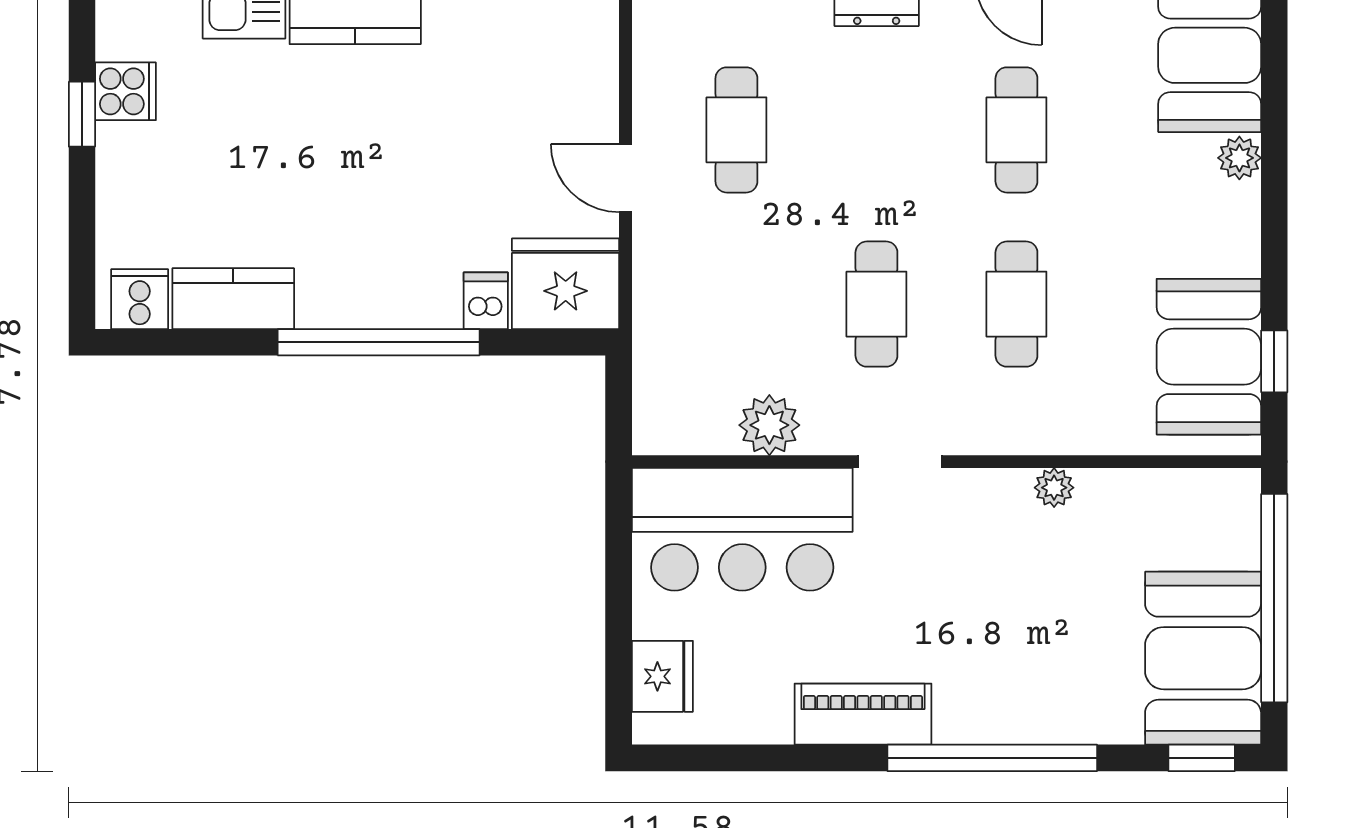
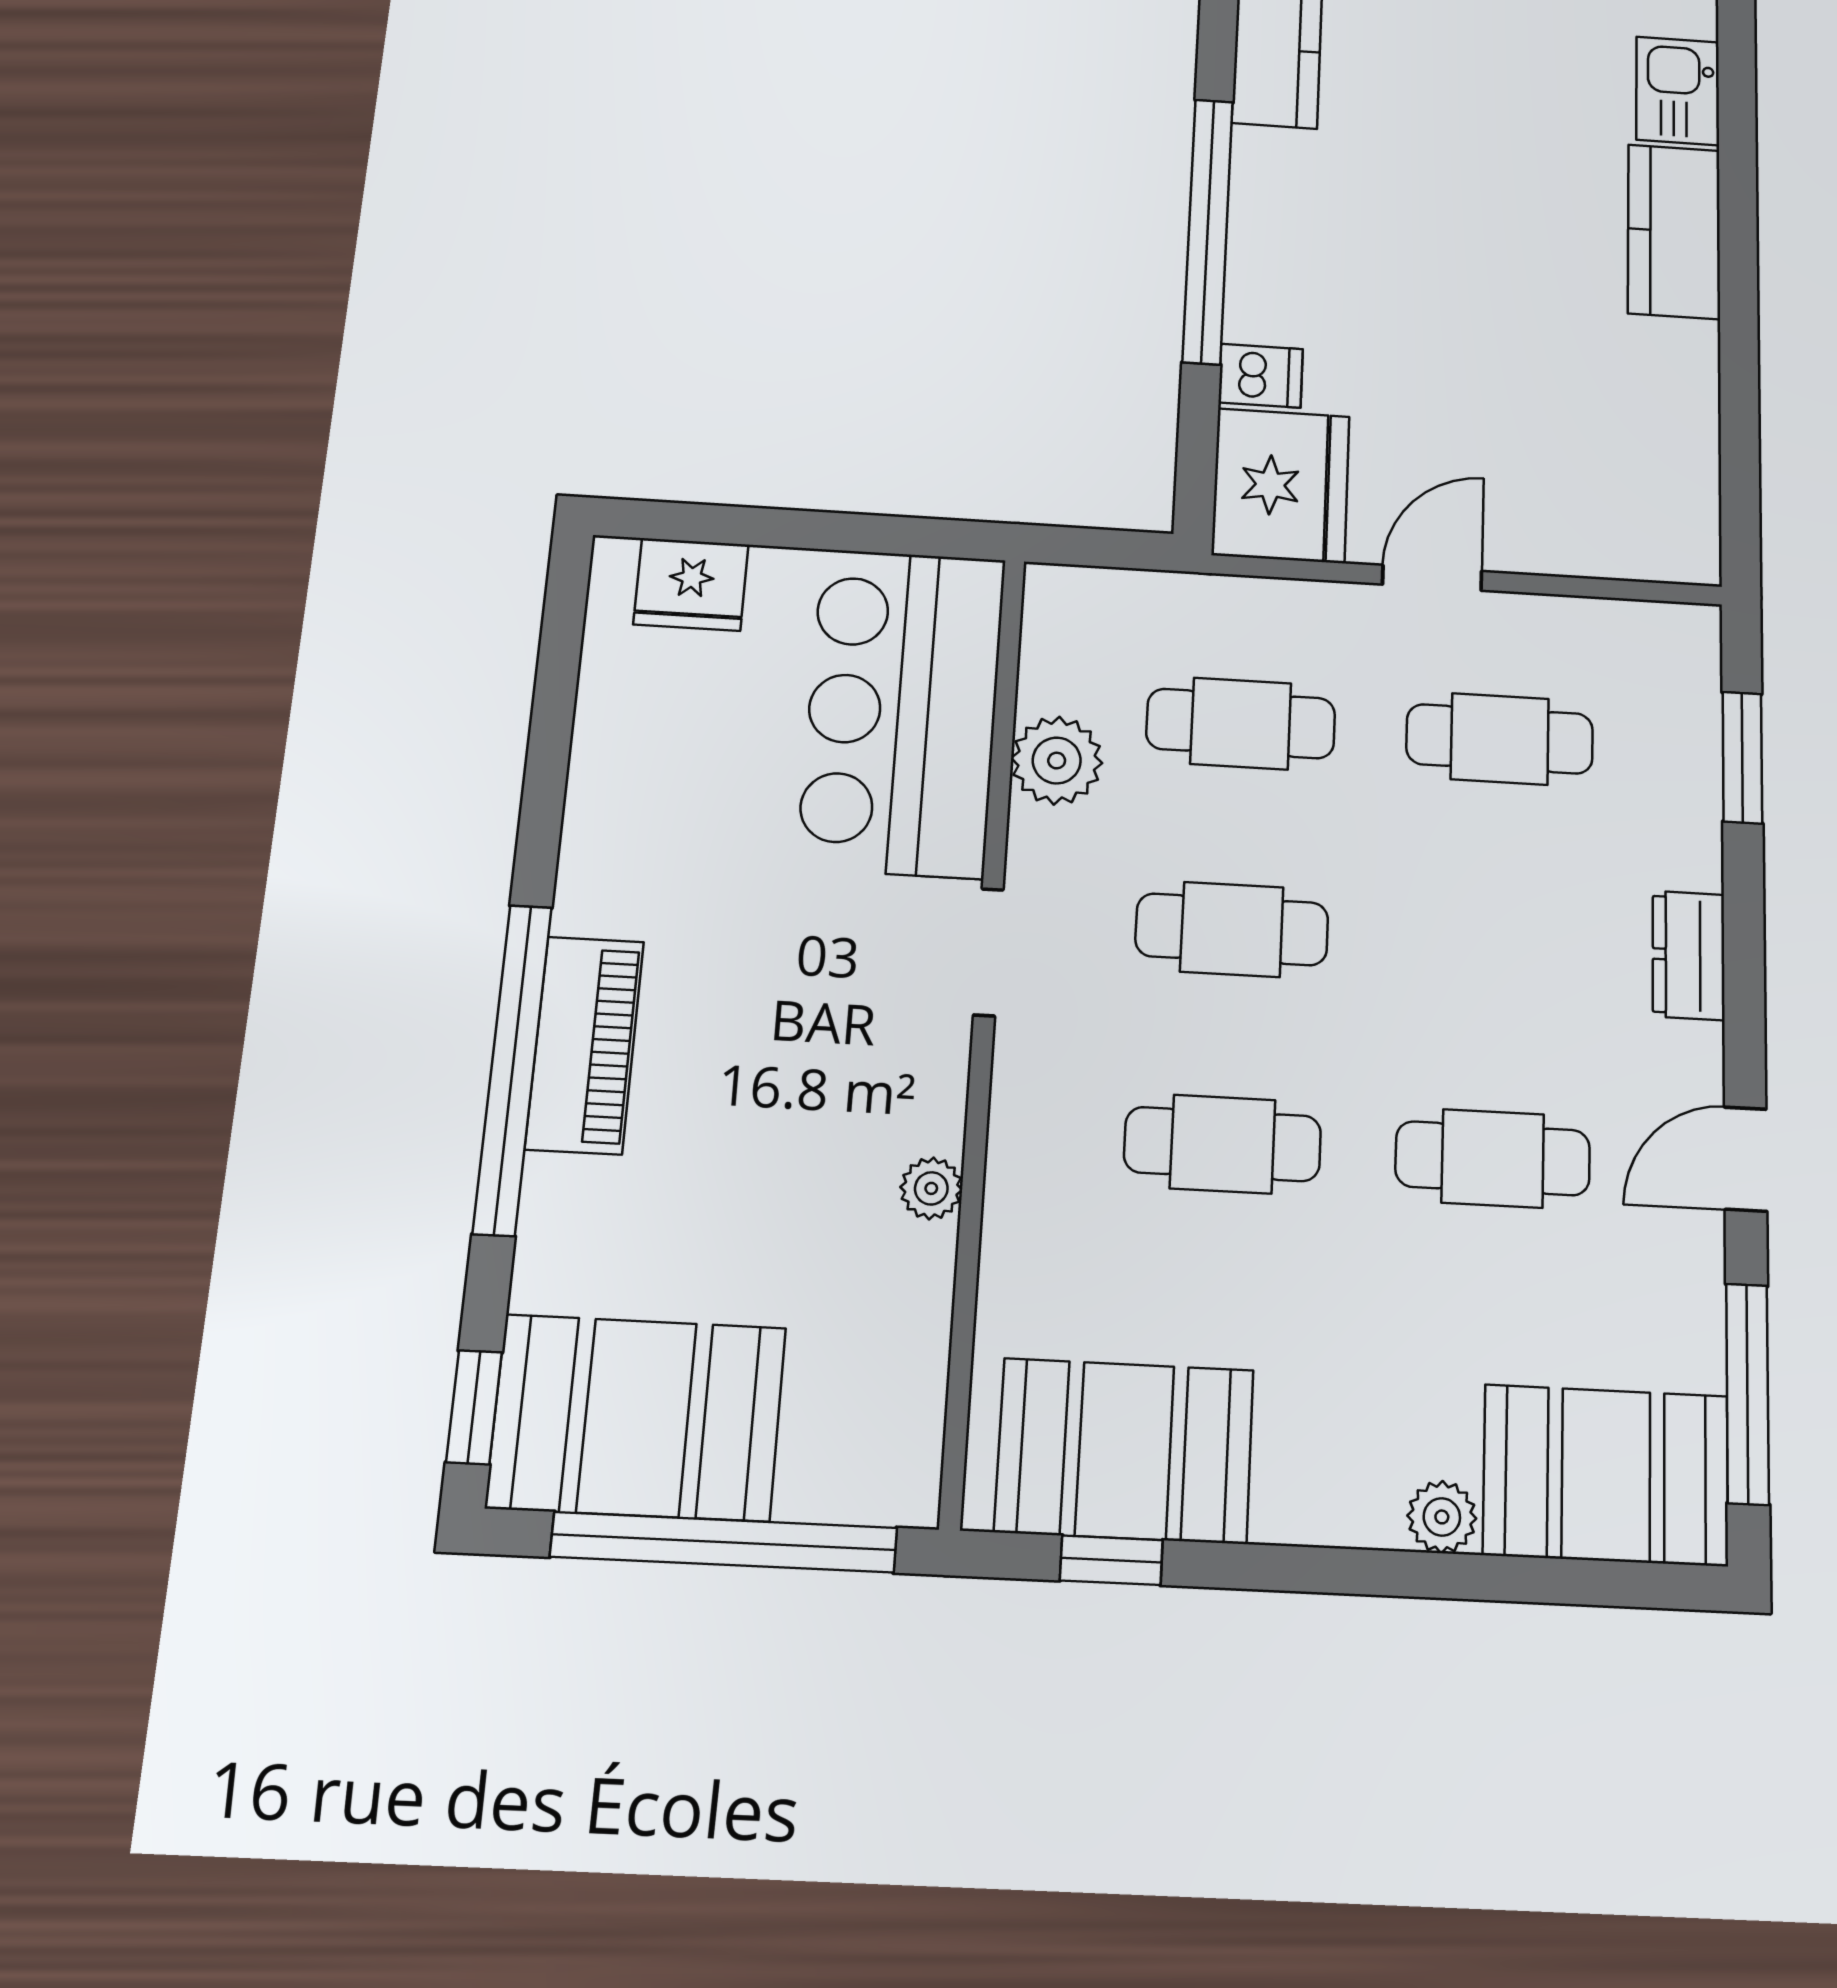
cafe table: (736, 304) -> (1241, 724), added
piano: (863, 714) -> (585, 1045), moved

